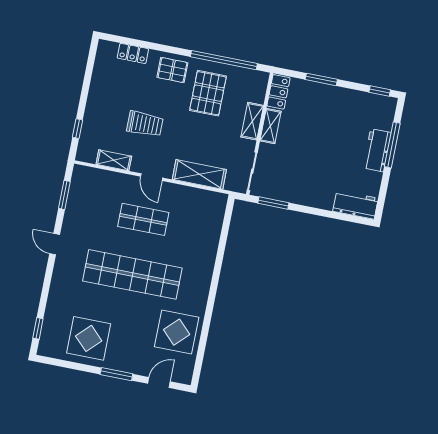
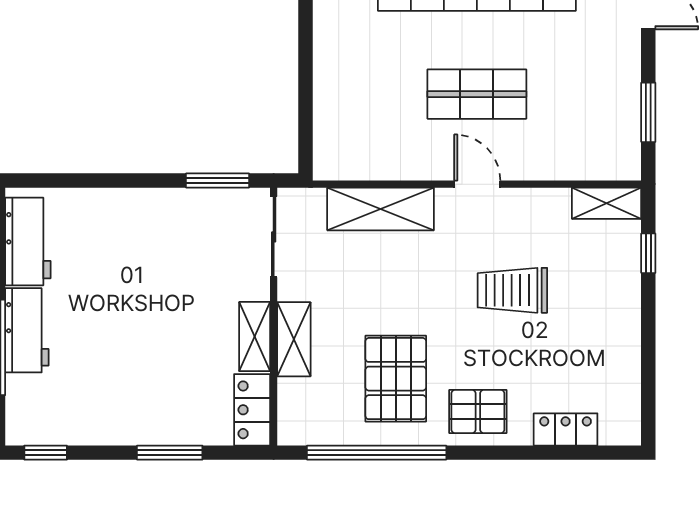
shelving: (114, 160) -> (606, 203), moved
workbench: (355, 205) -> (28, 241), moved, turned -90

